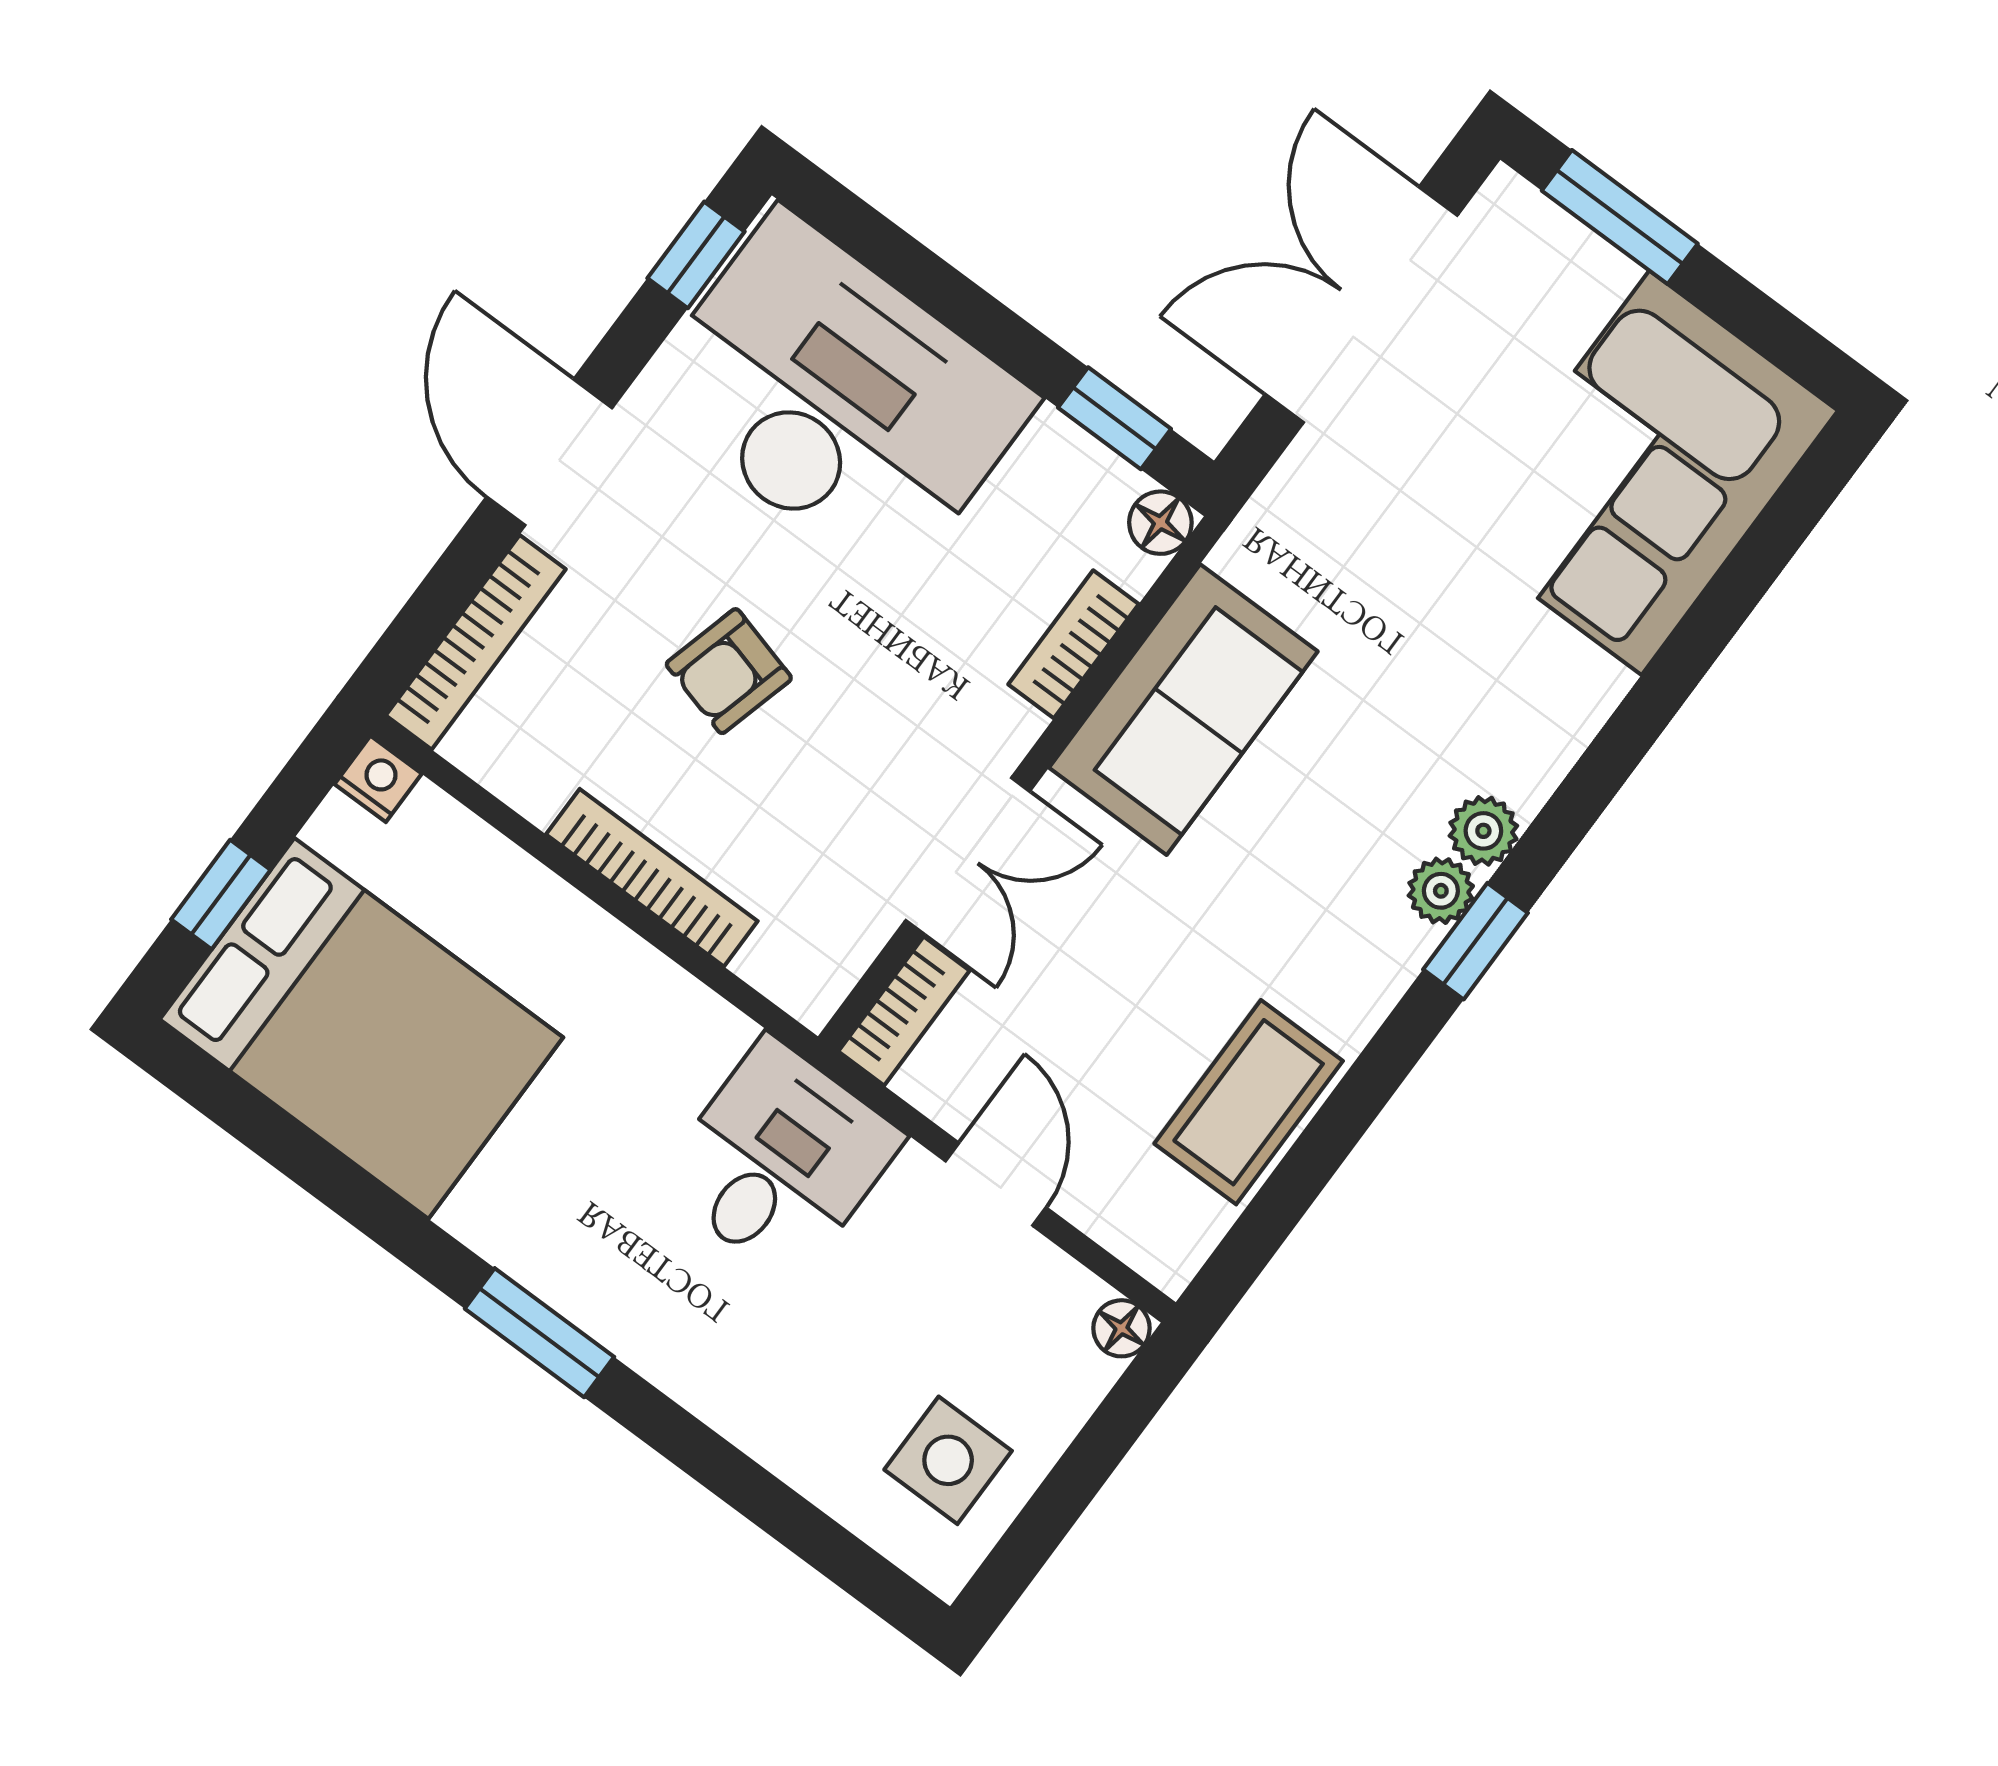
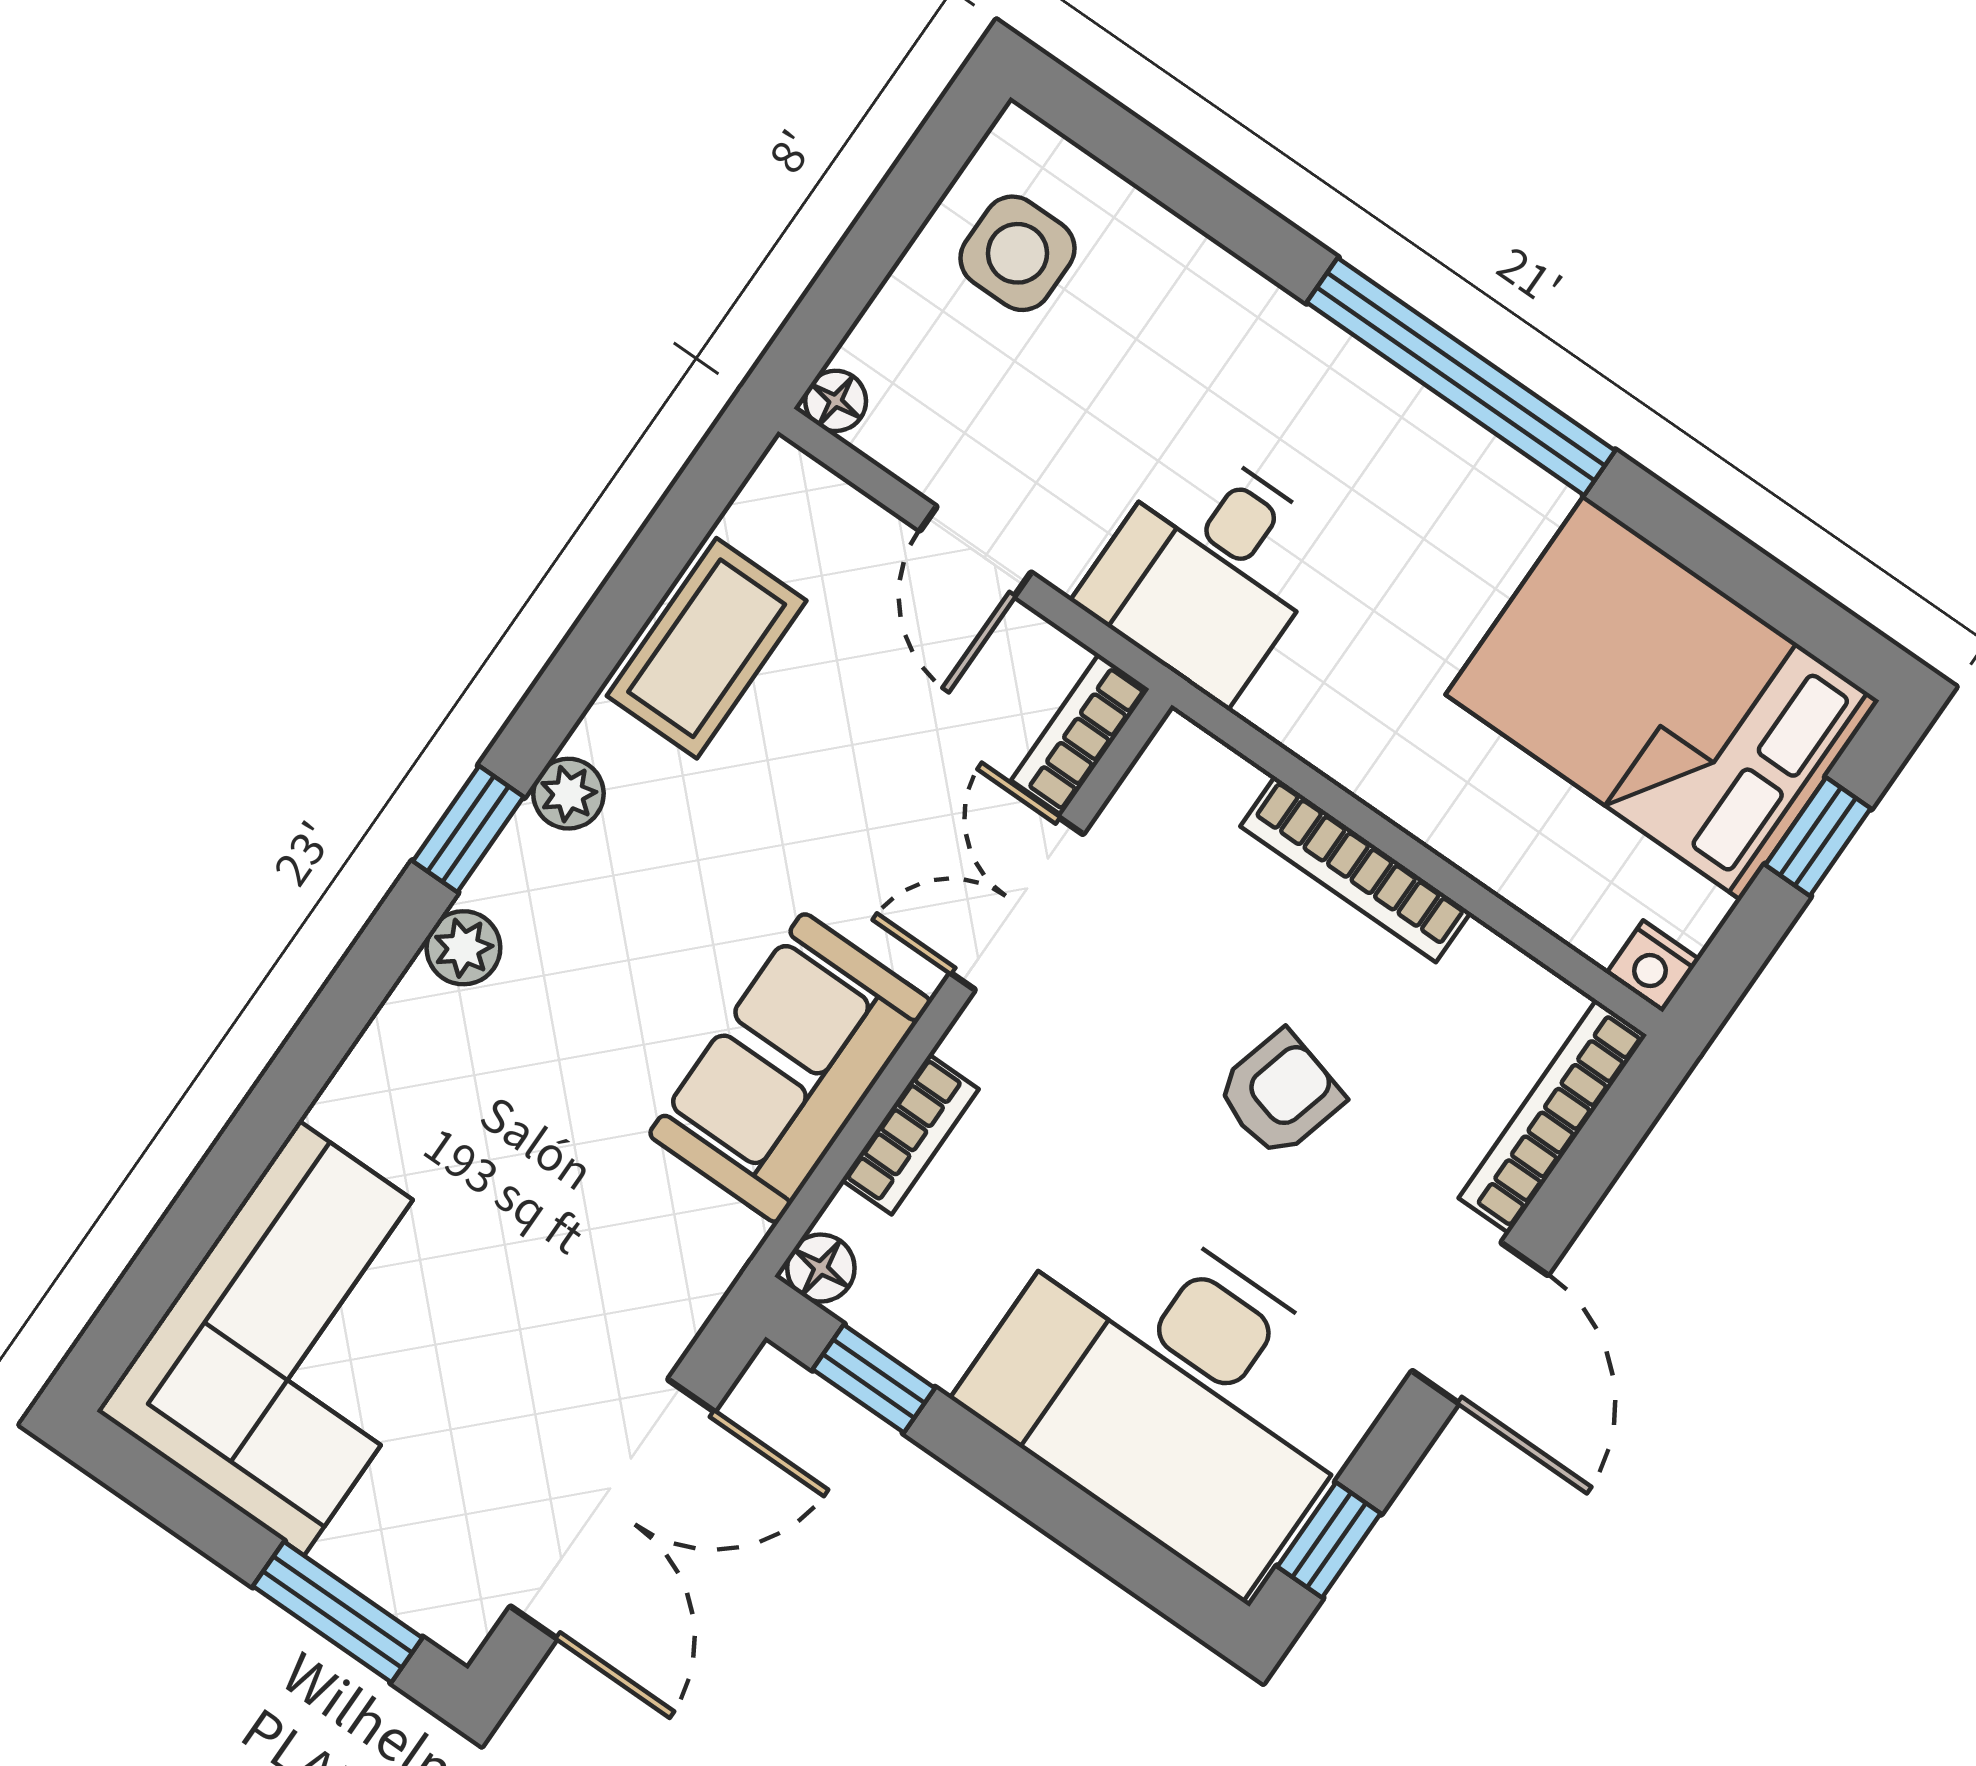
plant: (1441, 891) -> (568, 794), moved
window: (539, 1333) -> (1461, 377), width x2.11

